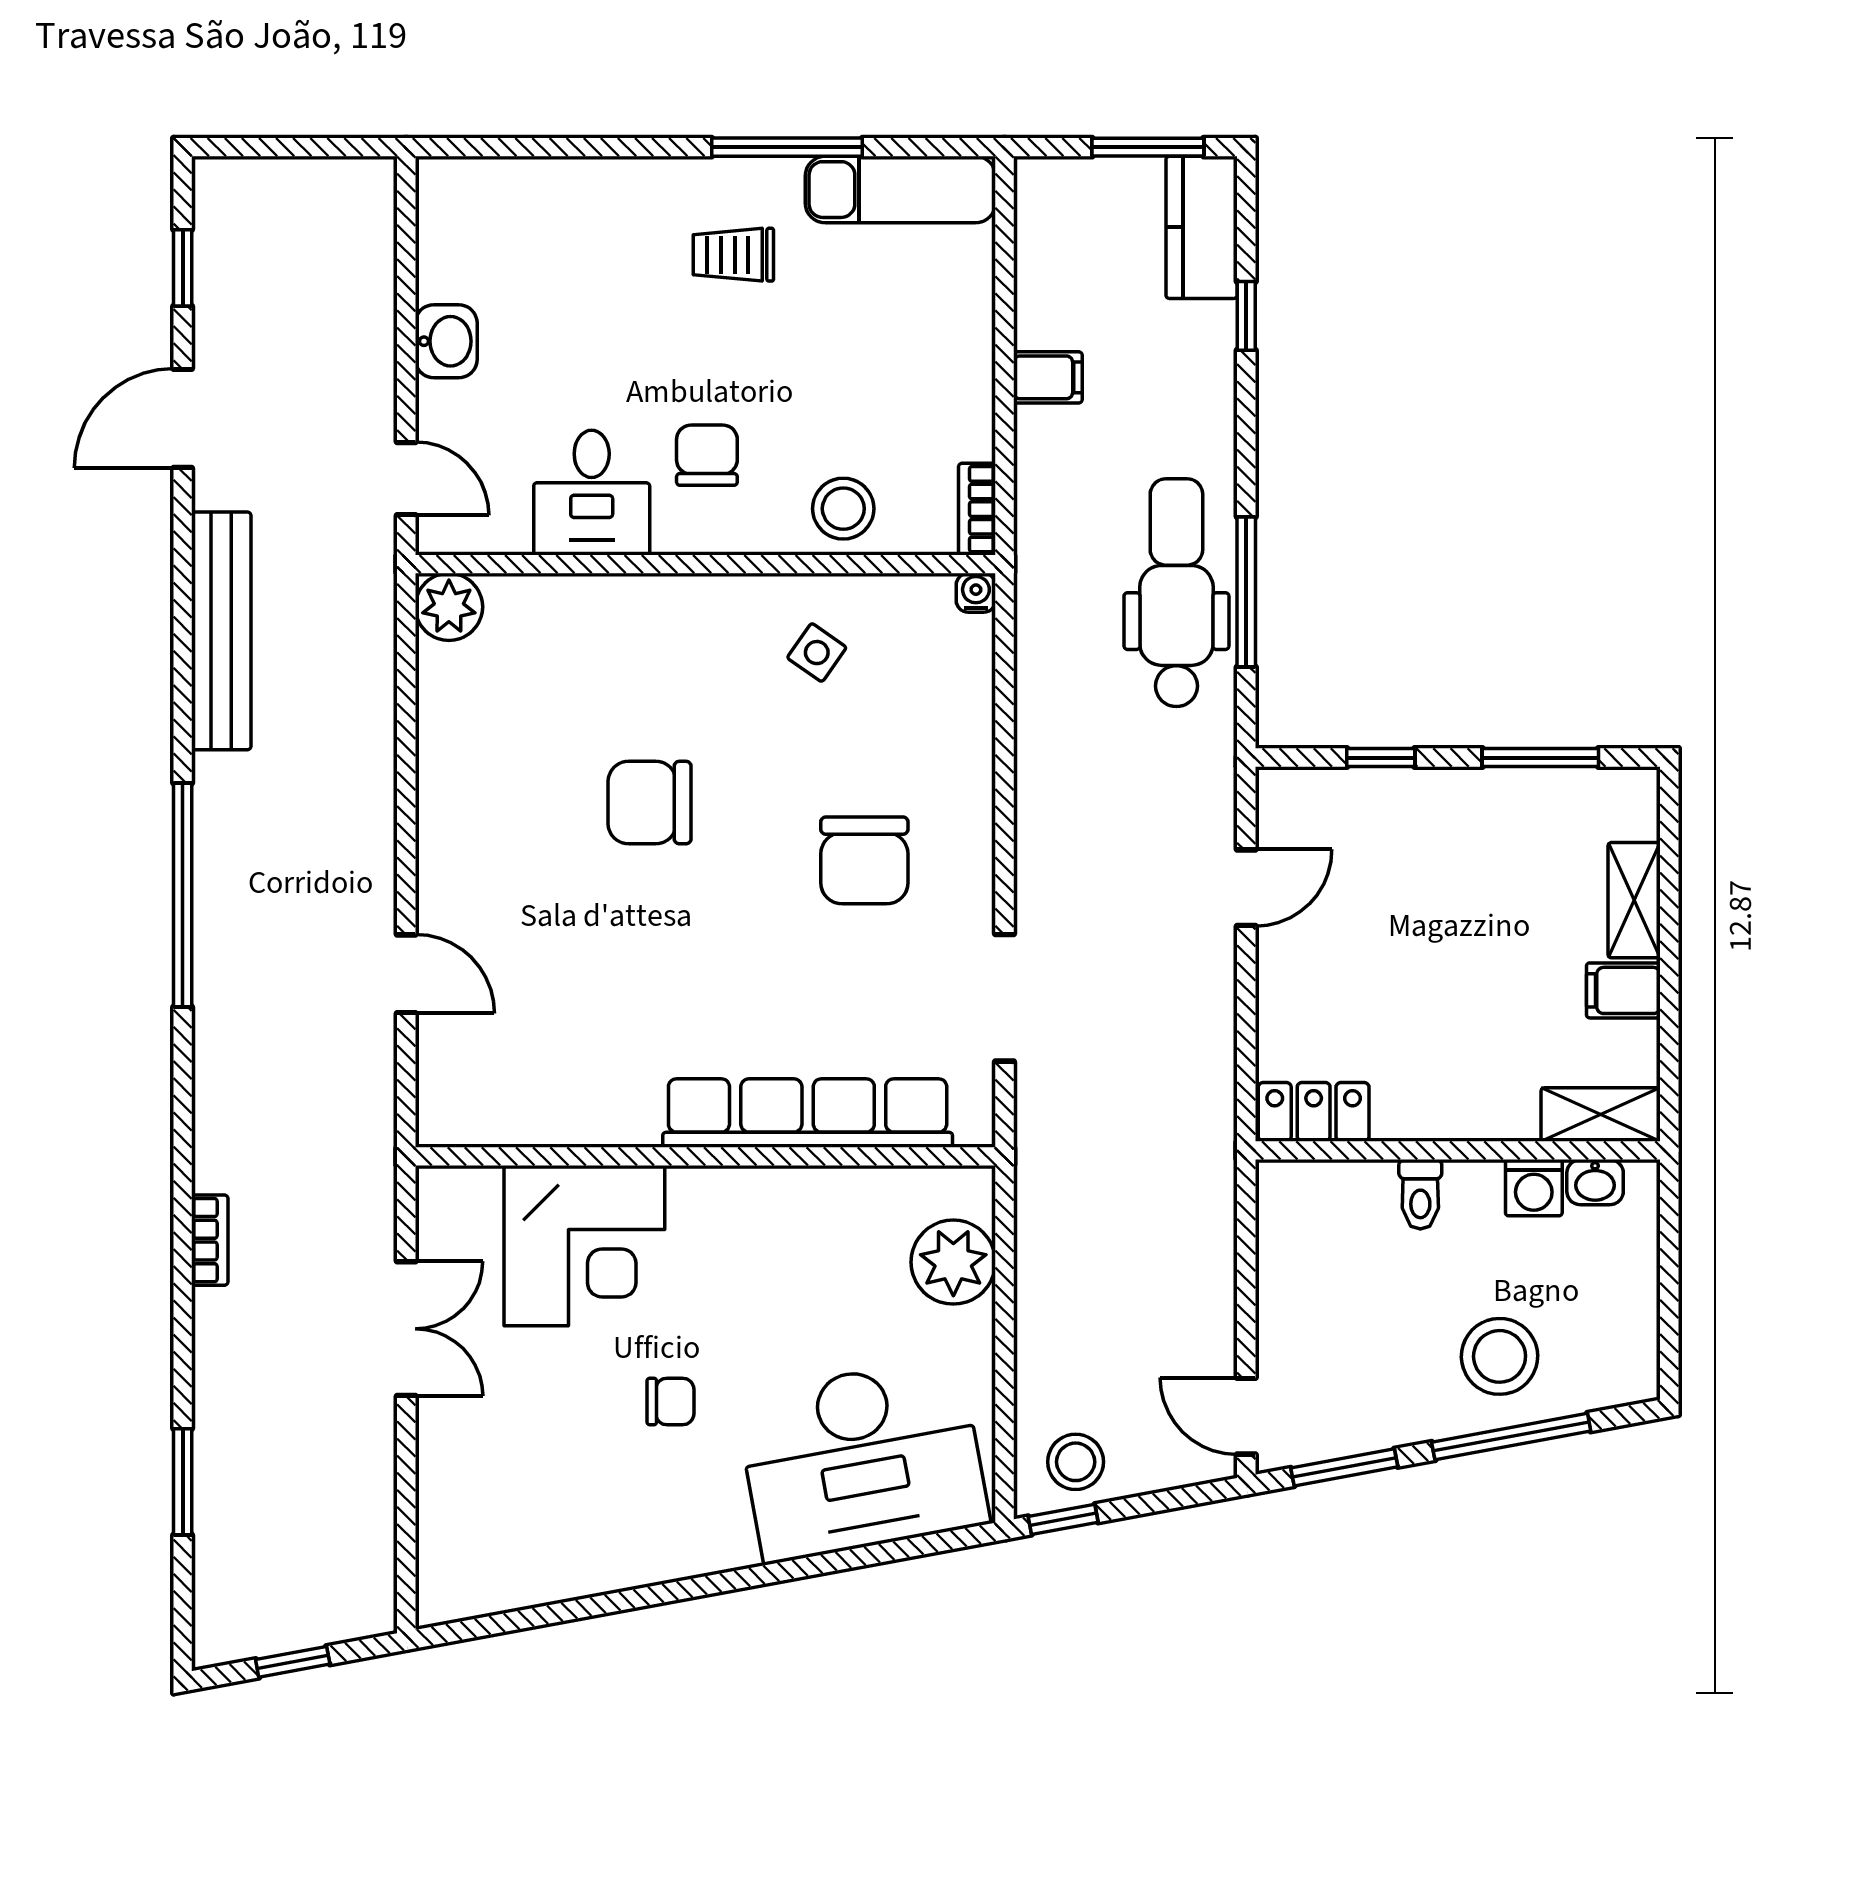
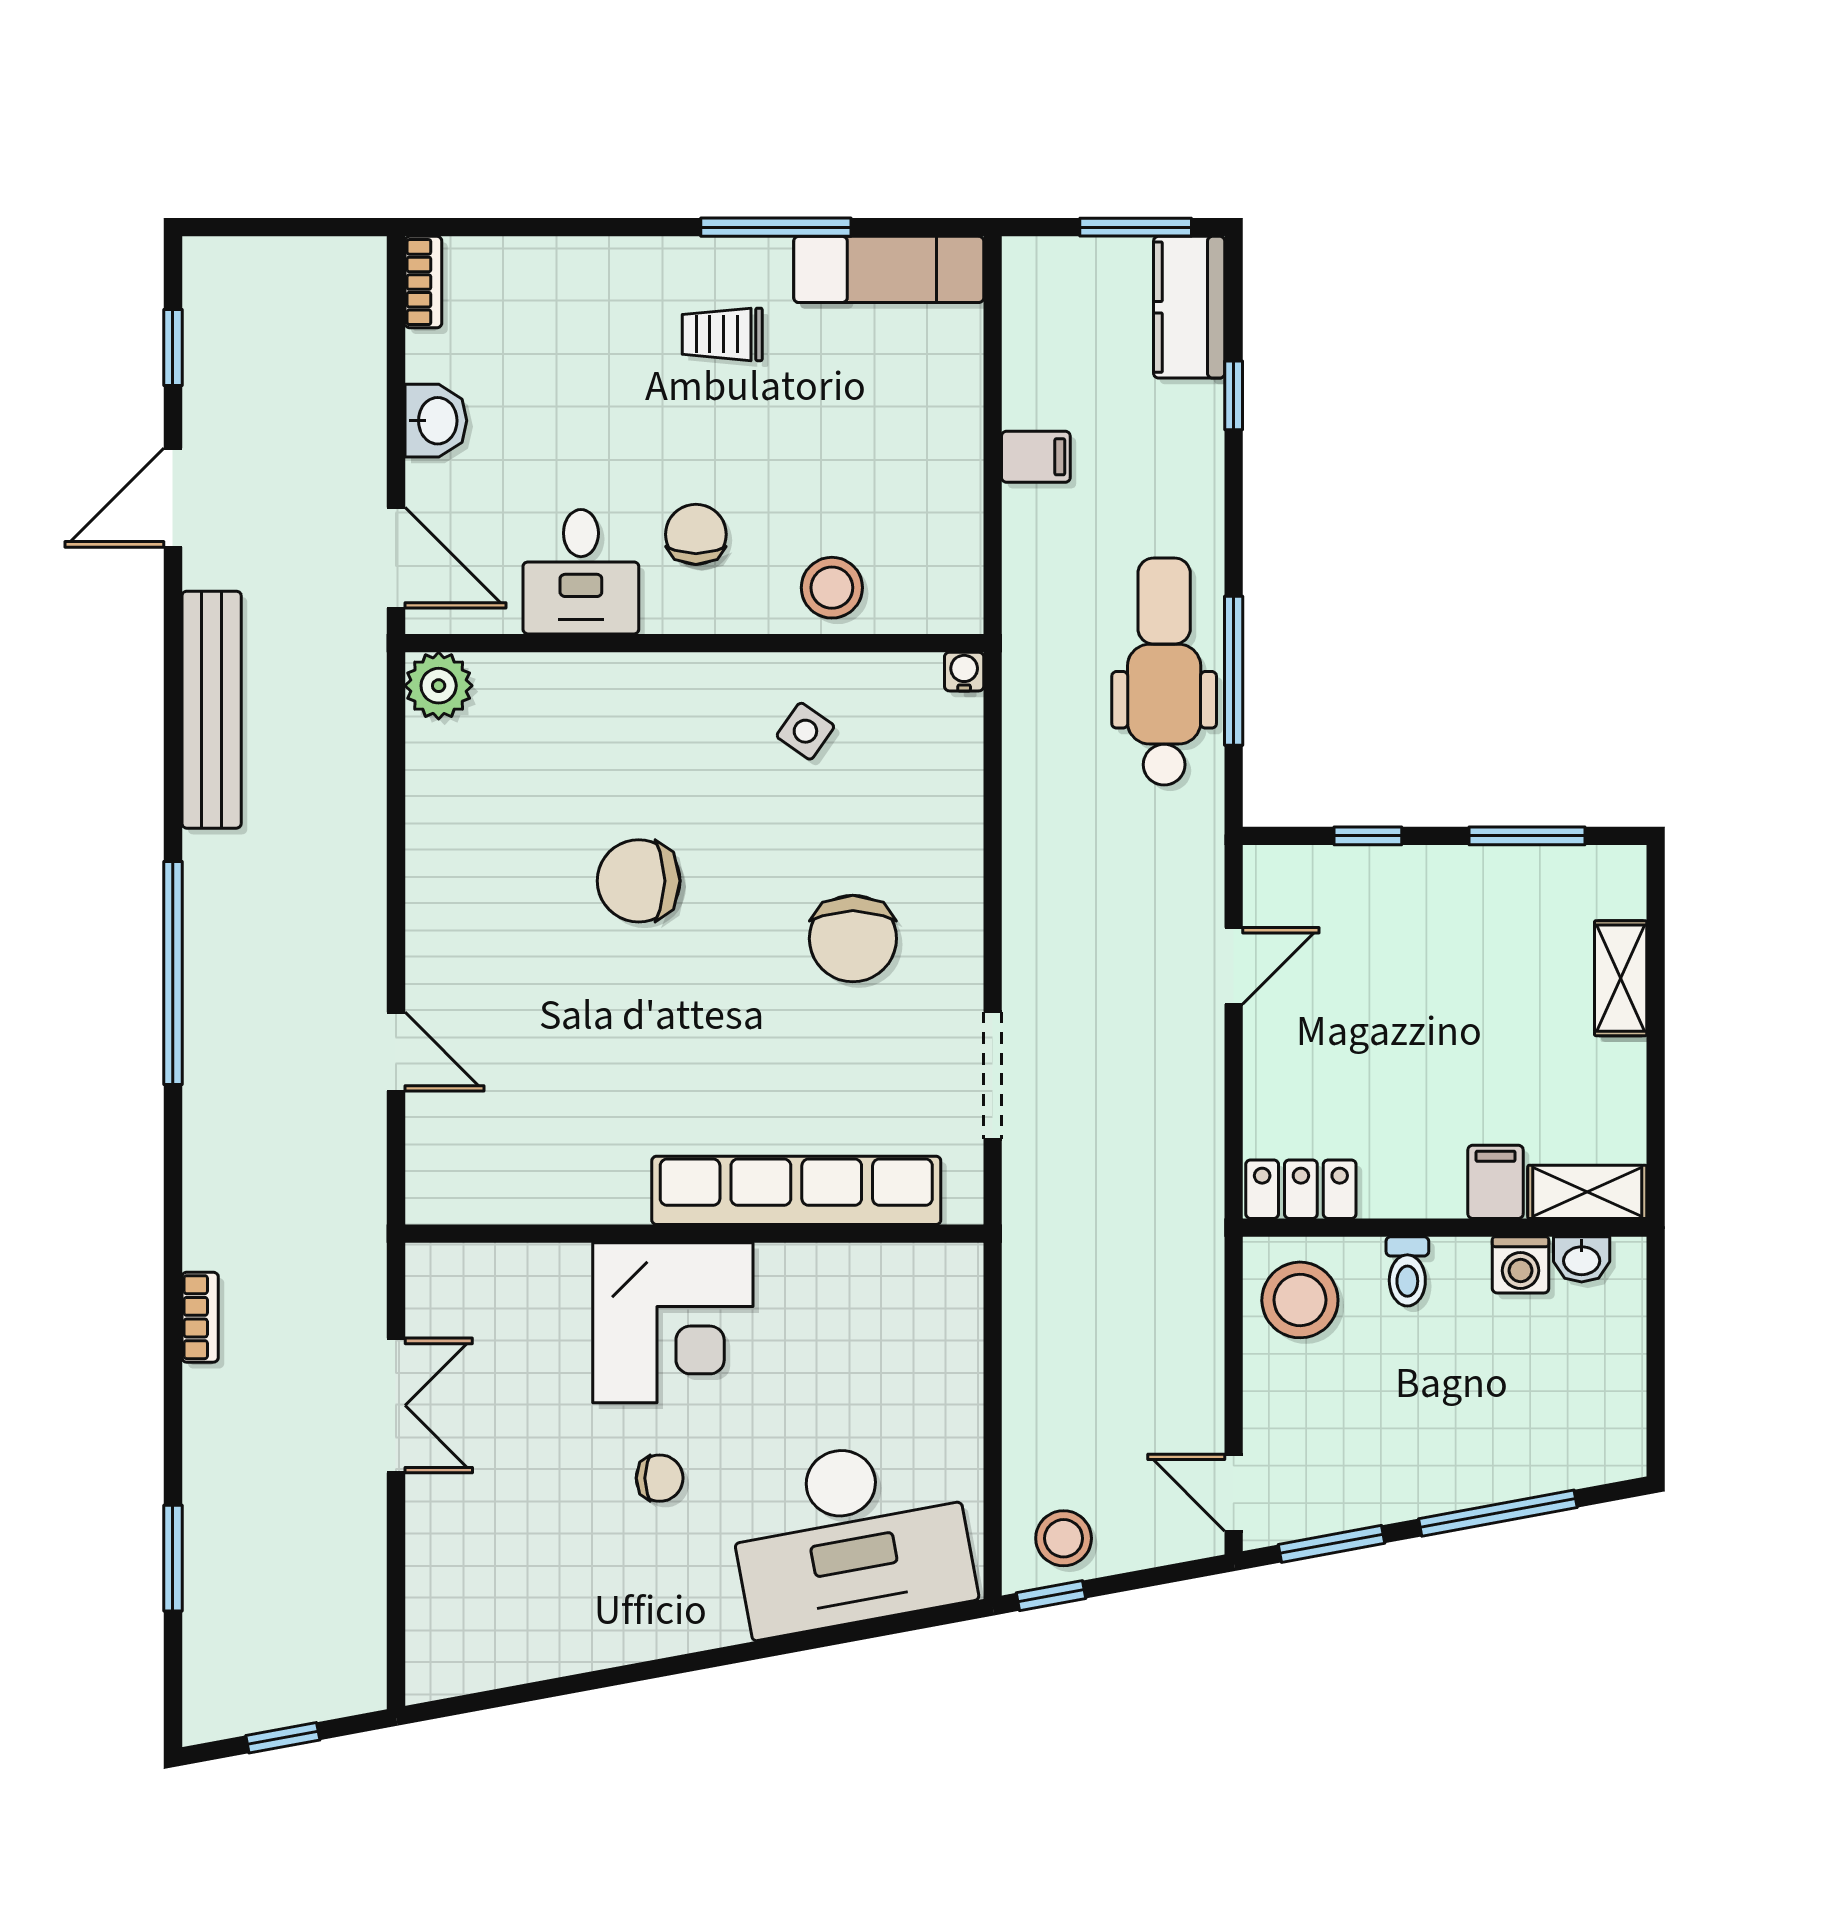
door: (406, 479) -> (396, 558), width x1.38
bookcase: (977, 509) -> (423, 282), moved, turned 180
filing cabinet: (1623, 990) -> (1496, 1182), moved, turned 90
corner desk: (584, 1246) -> (673, 1323), moved
plant: (953, 1262) -> (942, 1339), removed
stool: (1500, 1356) -> (1300, 1300), moved

